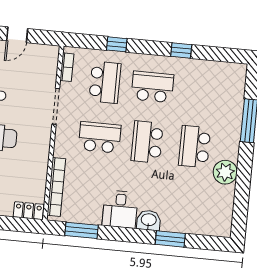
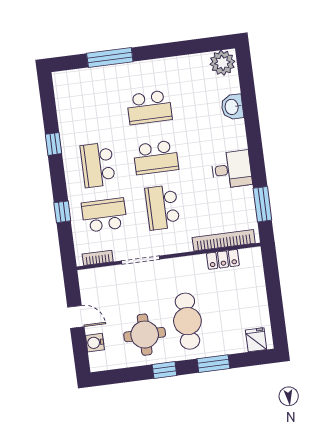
plant: (225, 172) -> (222, 63), moved
locker: (29, 211) -> (223, 259), moved, turned -90
washbasin: (149, 220) -> (232, 107), moved
window: (170, 239) -> (250, 111), removed

